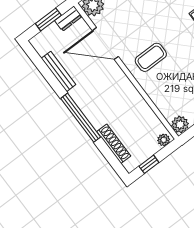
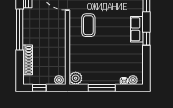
coffee table: (151, 57) -> (88, 25), turned 90

